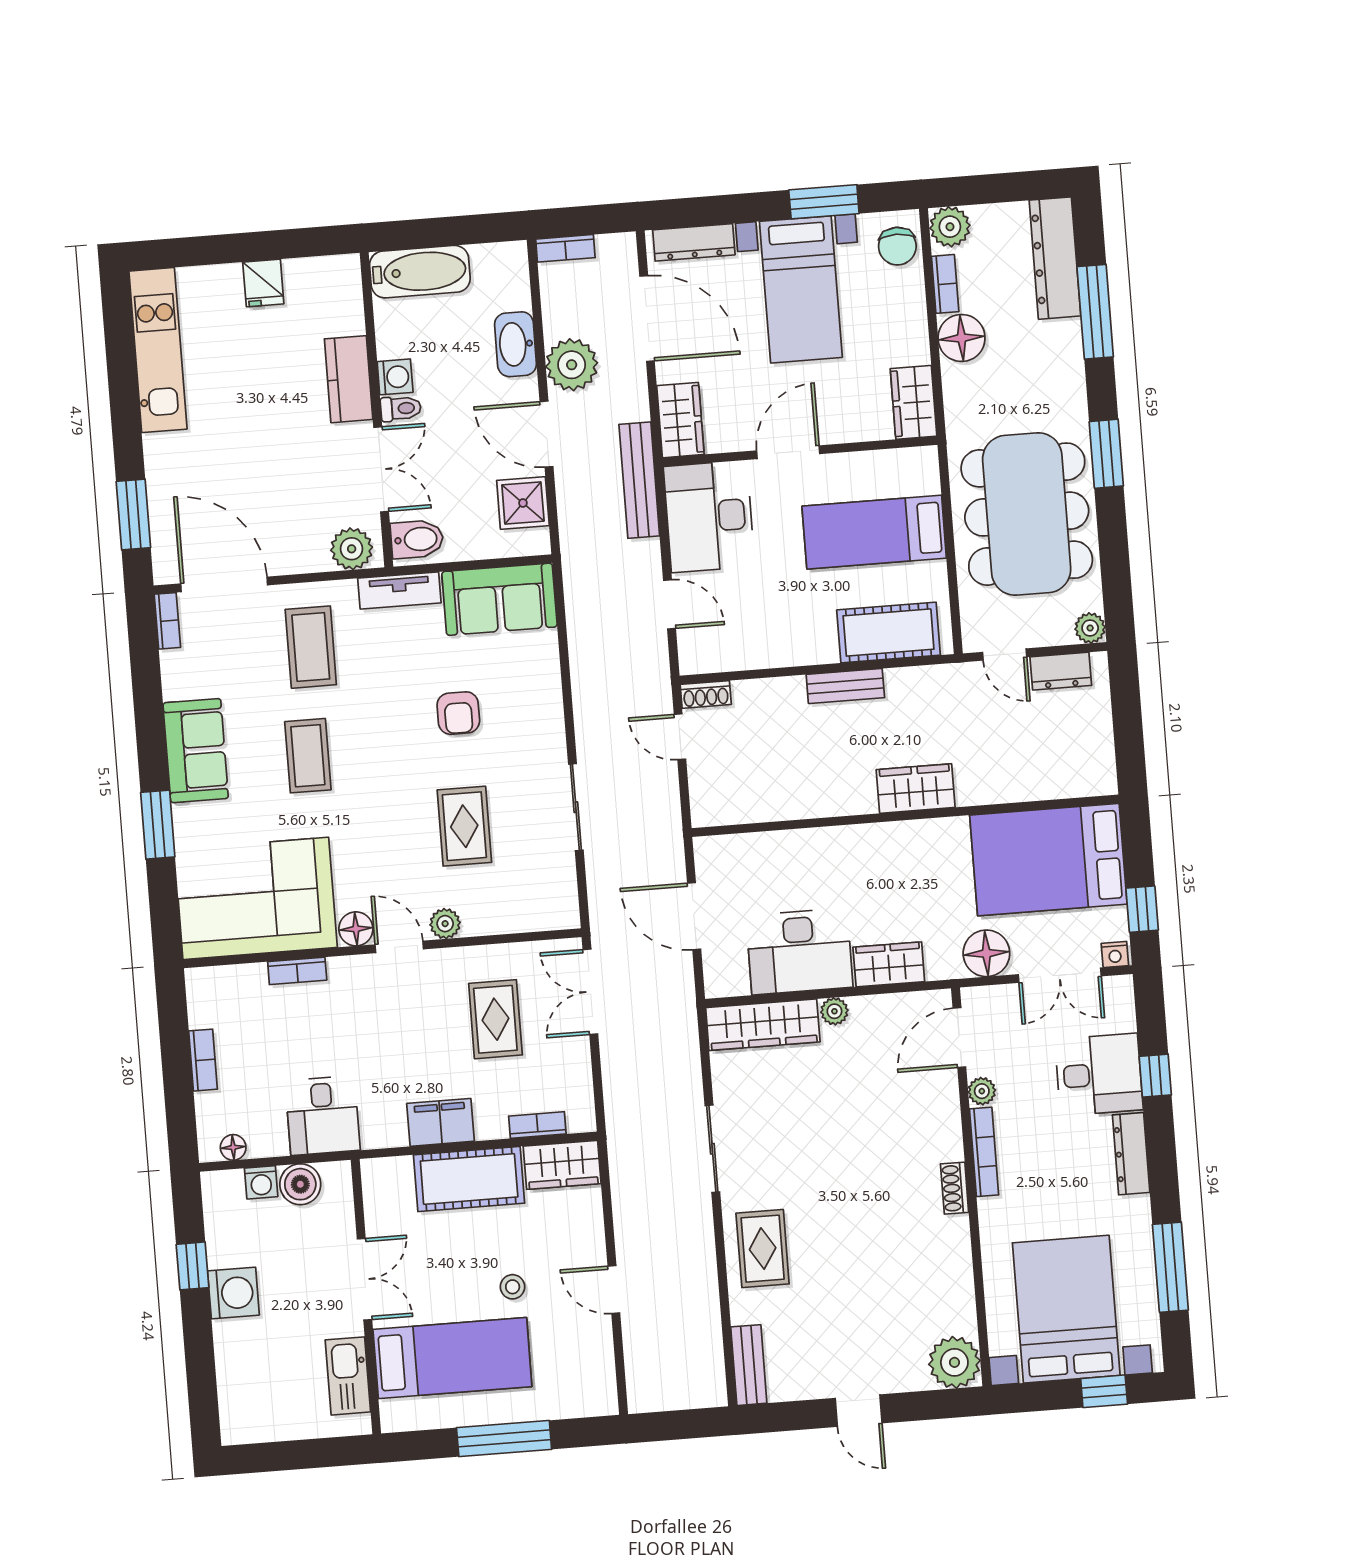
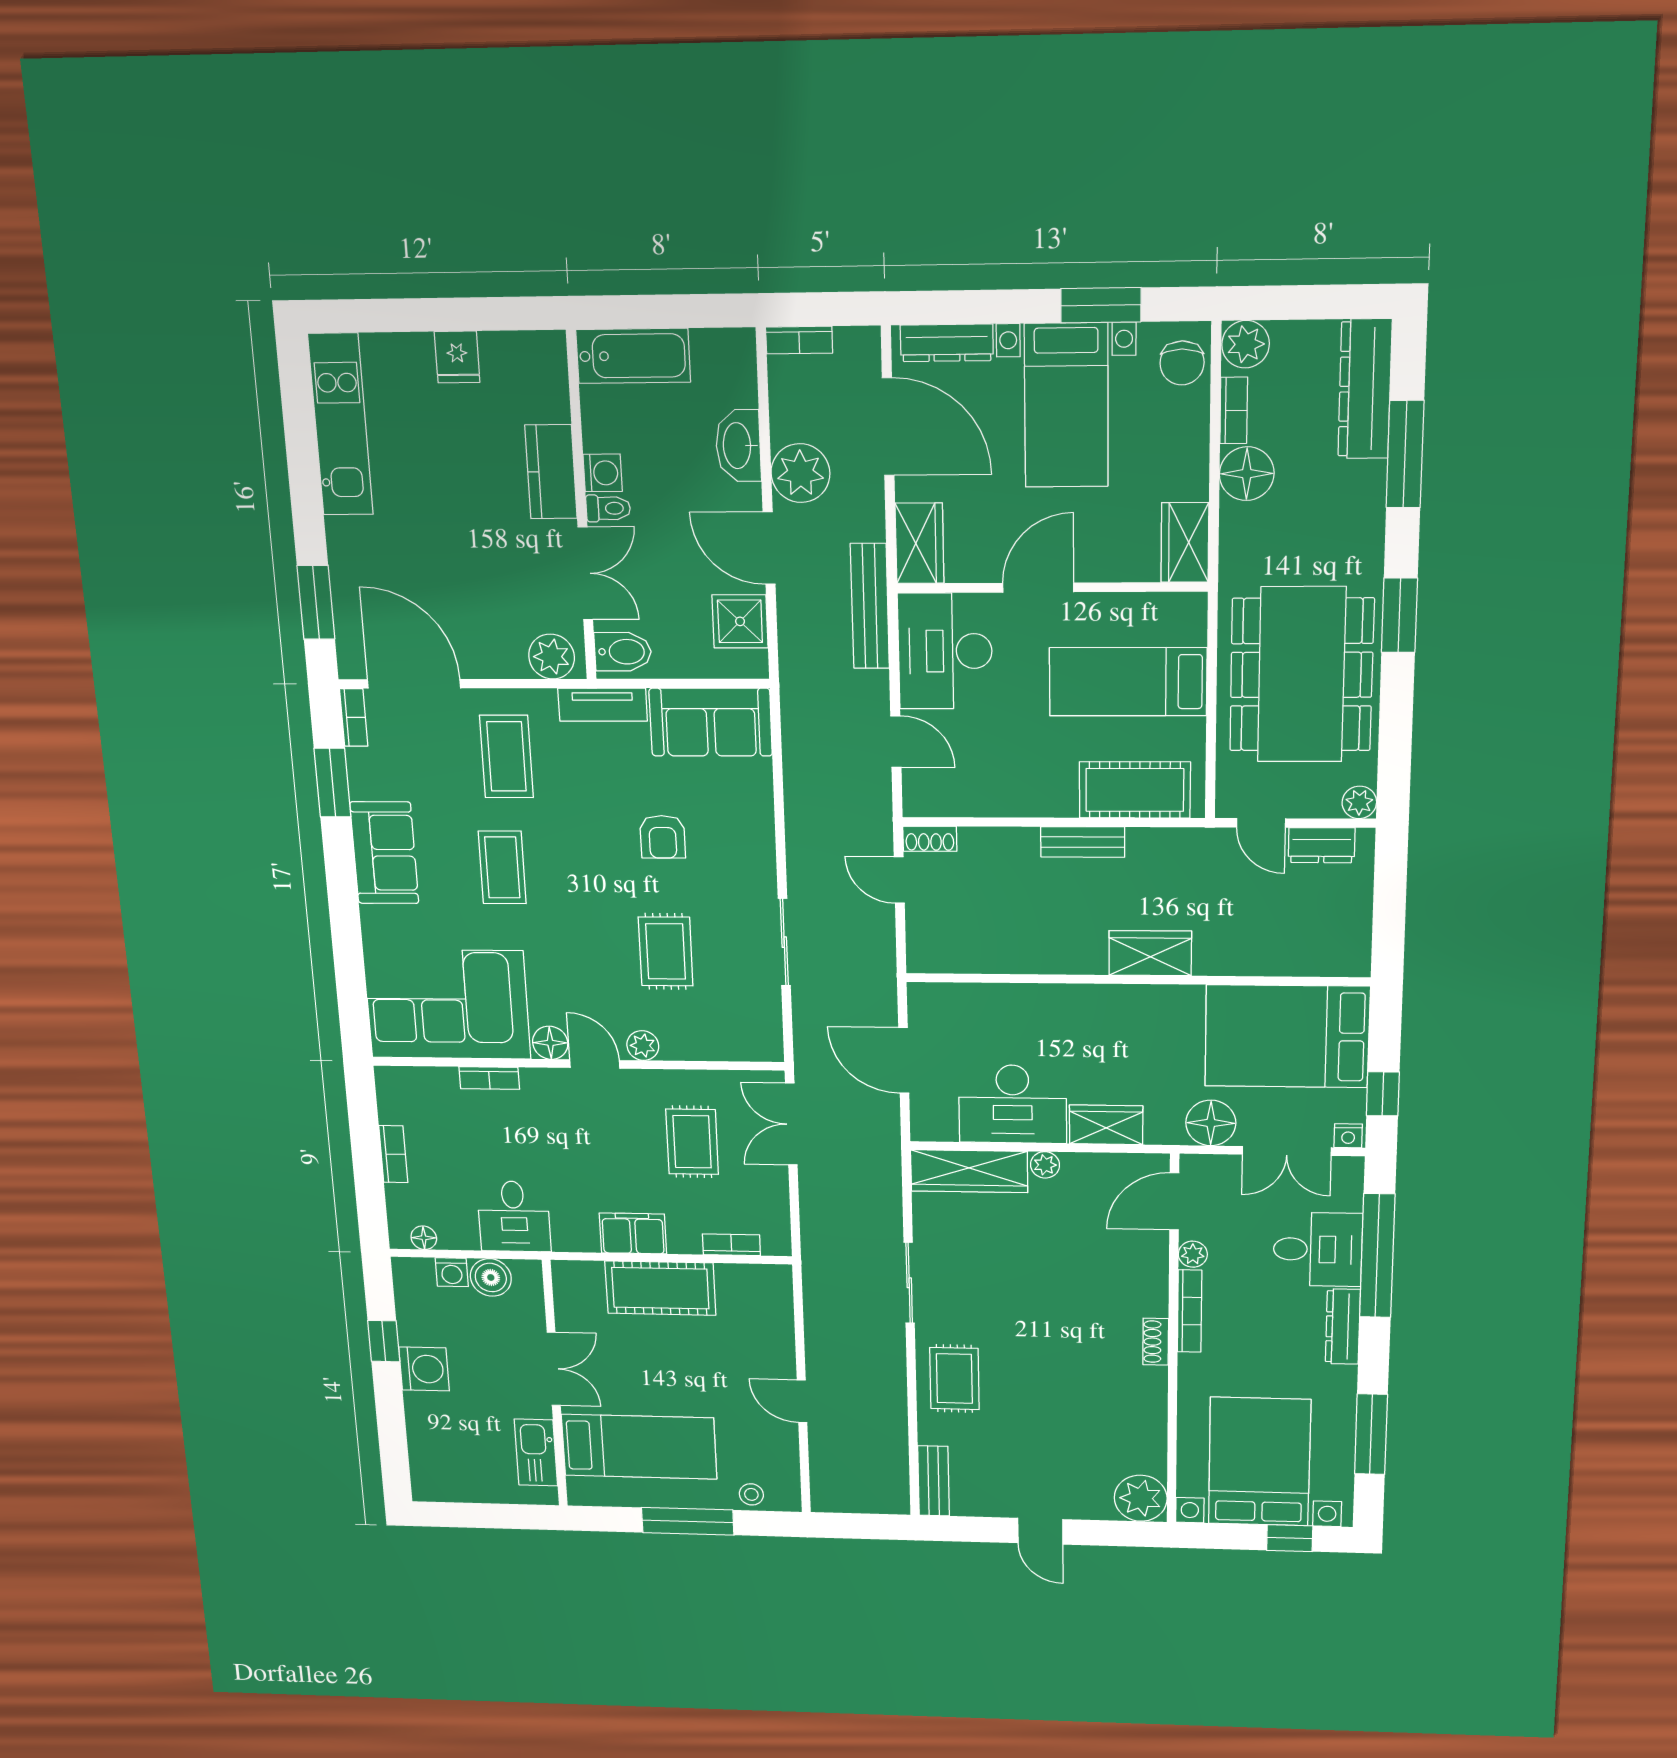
window: (158, 825) -> (332, 783), moved
window: (1155, 1076) -> (1377, 1256), width x3.17
wardrobe: (562, 1165) -> (755, 1284), removed
stool: (513, 1287) -> (751, 1494), moved

